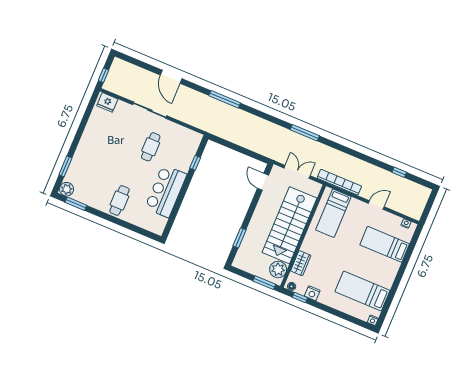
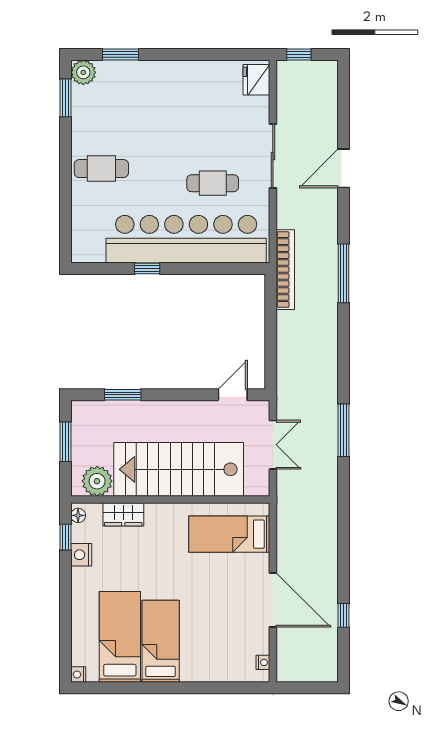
window: (195, 163) -> (147, 268), moved
bookcase: (339, 182) -> (285, 270), moved
bar counter: (166, 191) -> (186, 239), width x1.86
door: (376, 205) -> (273, 600), width x1.88
bed: (385, 244) -> (161, 641), moved
window: (264, 283) -> (65, 442), moved

